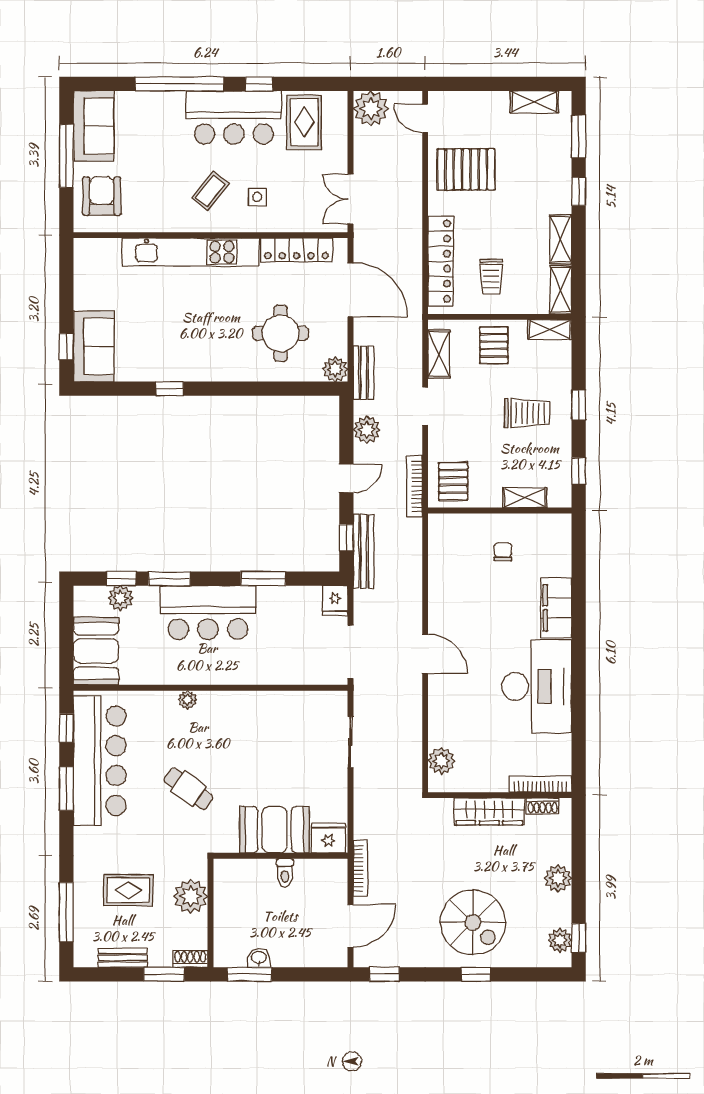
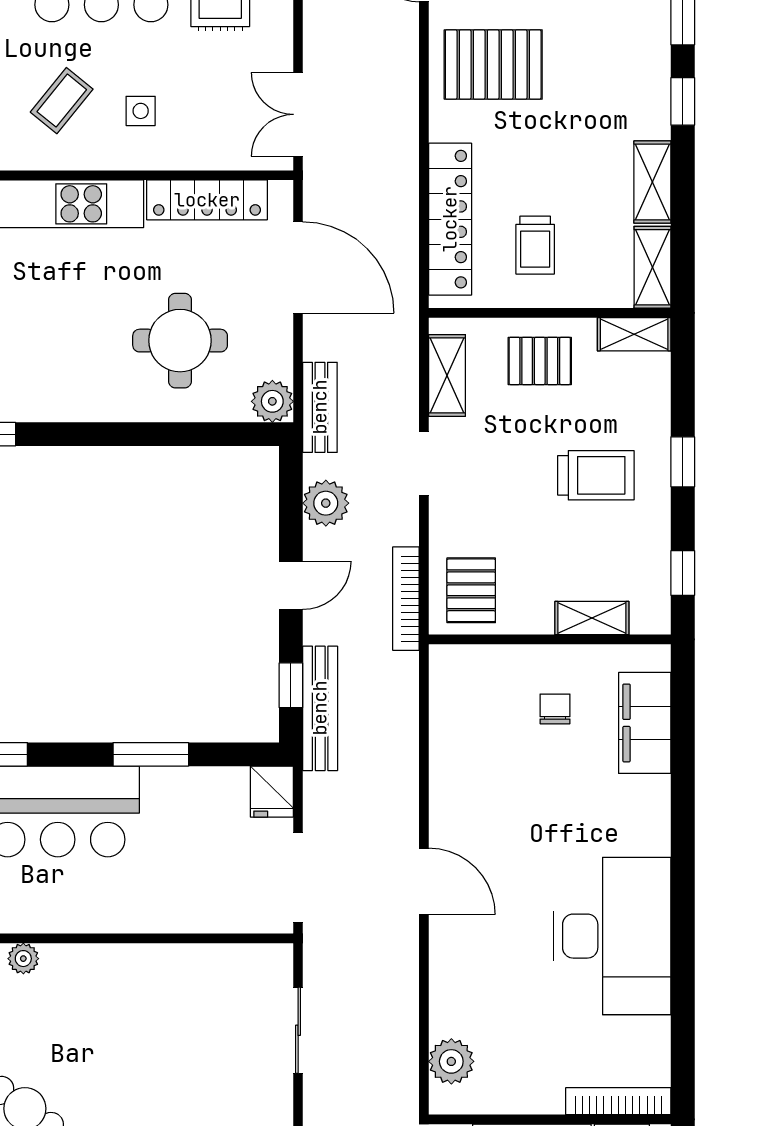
pallet: (494, 345) -> (540, 361), turned 90
filing cabinet: (556, 608) -> (645, 723), moved

